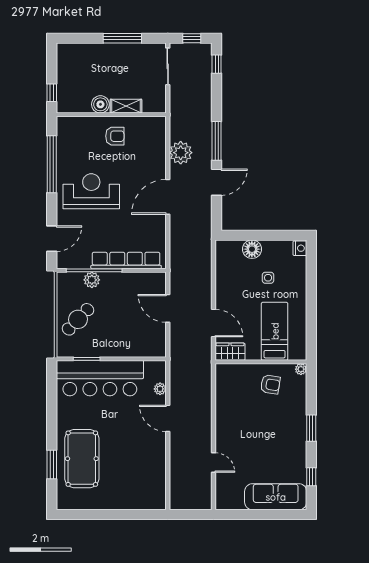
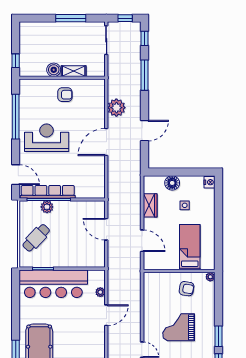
window: (217, 141) -> (144, 75), moved
door: (52, 239) -> (16, 175), hinge flipped
row of seats: (126, 260) -> (48, 192), moved
wardrobe: (230, 352) -> (150, 205), moved, turned 90
door: (168, 418) -> (106, 315), swing flipped
window: (311, 428) -> (218, 336), moved
grand piano: (260, 434) -> (179, 327), added

